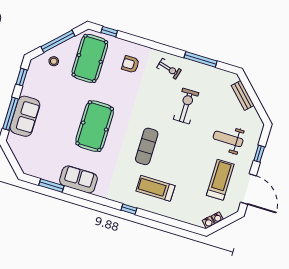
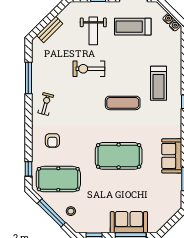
exercise bike: (186, 106) -> (89, 69), moved

